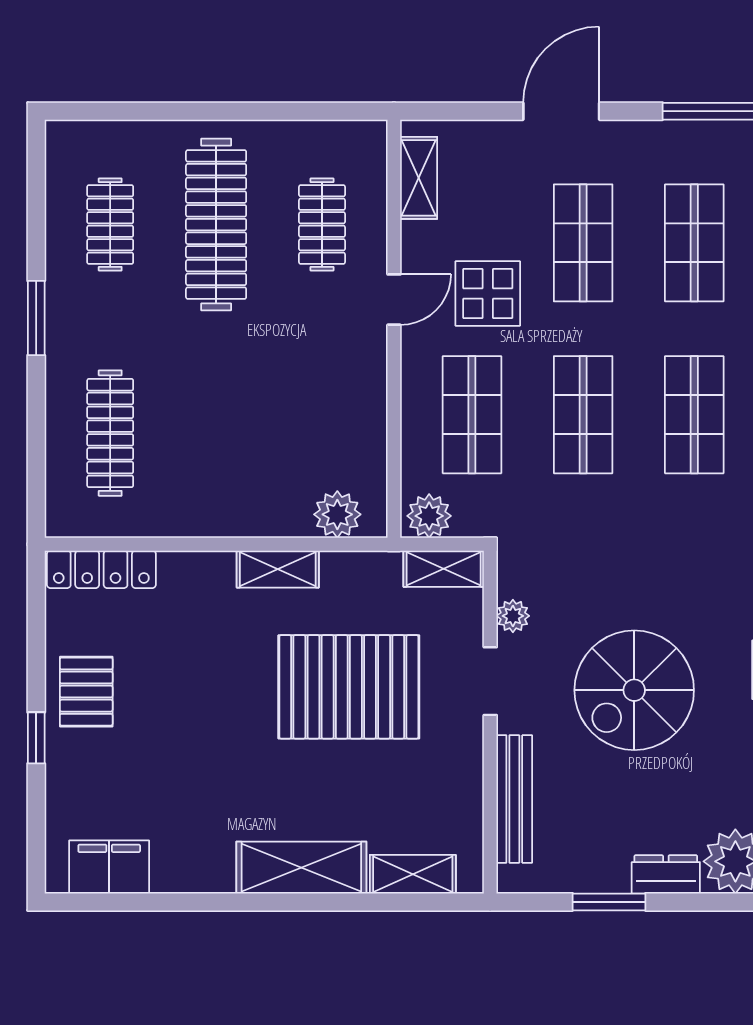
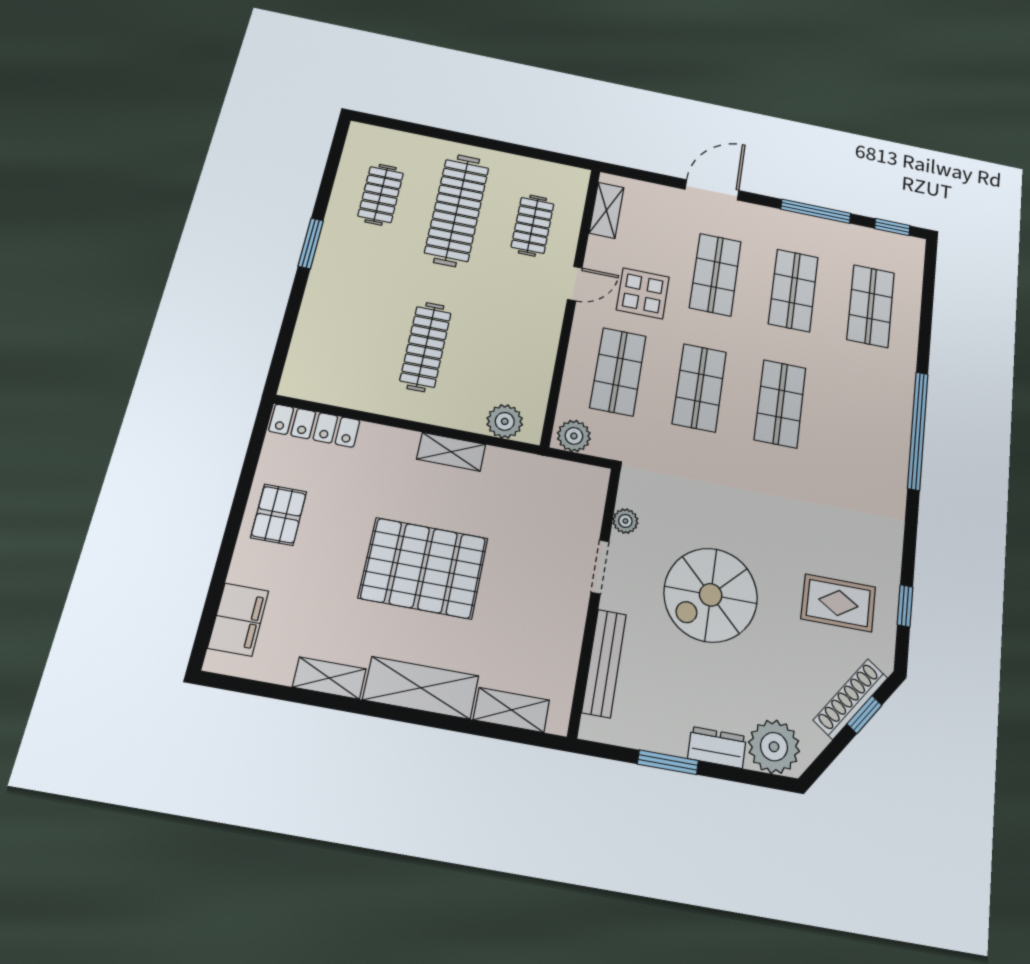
clothes rail: (110, 433) -> (426, 347), moved
shelving: (444, 569) -> (329, 678), moved
pallet: (349, 687) -> (424, 568), moved
window: (36, 738) -> (229, 543), removed
filing cabinet: (109, 867) -> (238, 619), moved, turned 90

